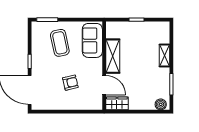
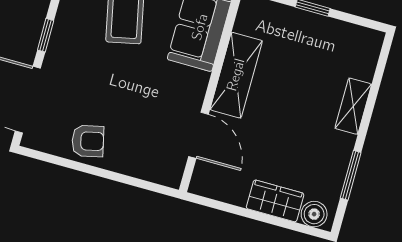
armchair: (70, 83) -> (88, 141), moved
wardrobe: (117, 103) -> (275, 201), moved

